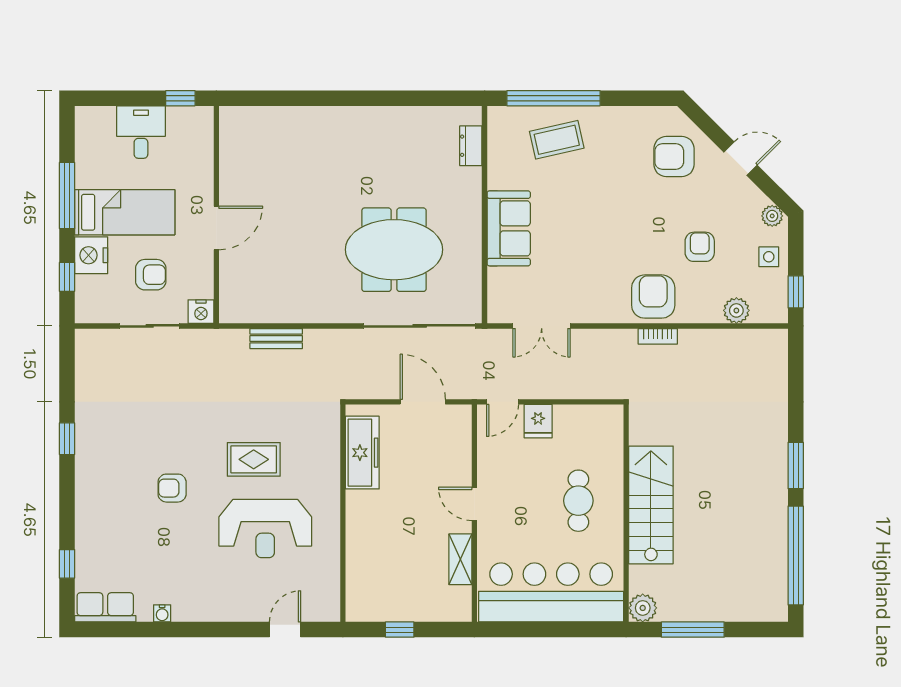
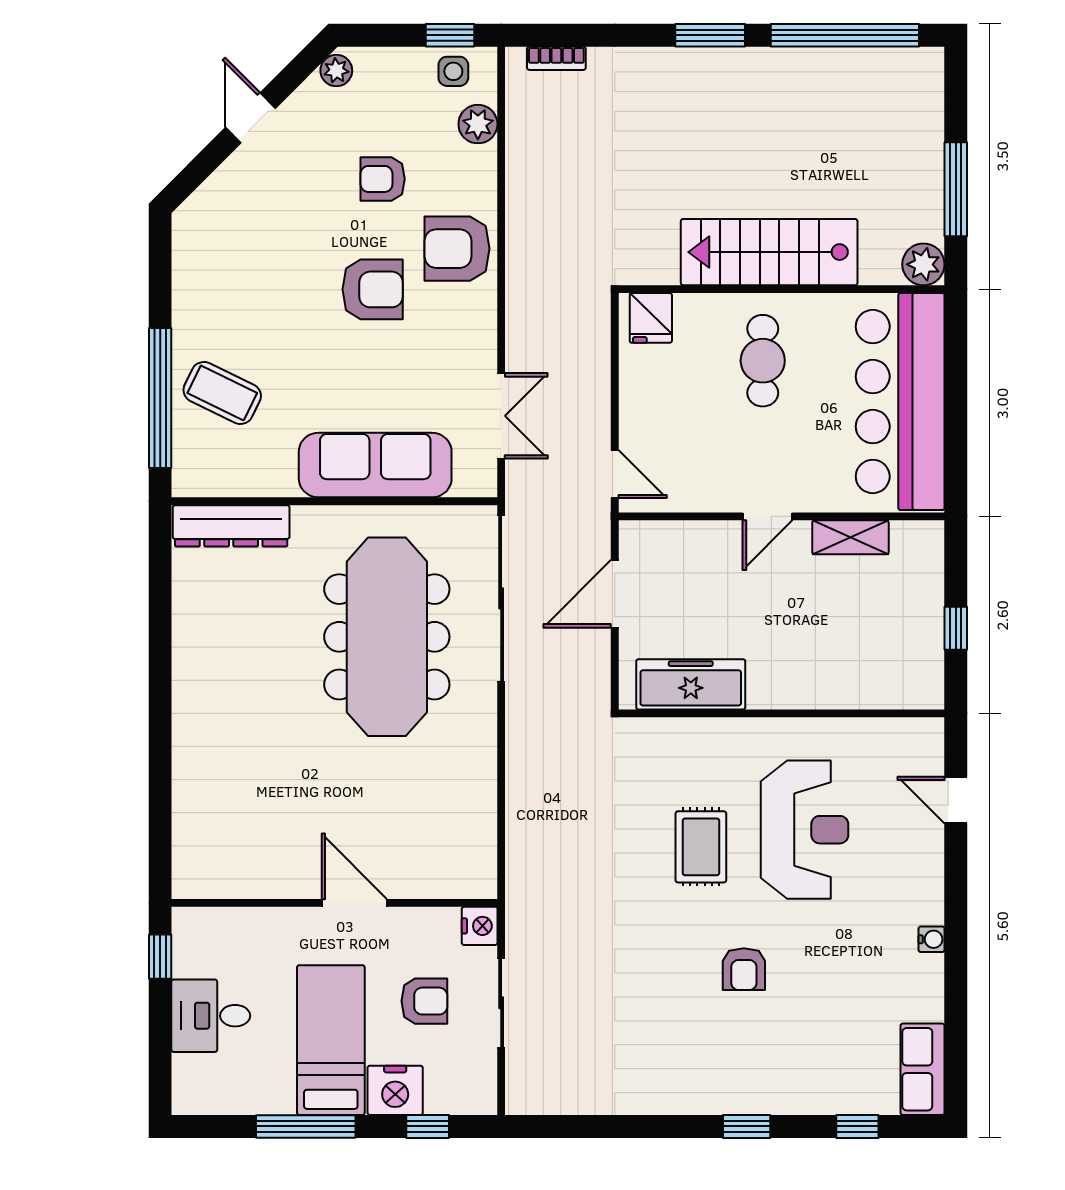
coffee table: (557, 140) -> (222, 393), turned -51
dresser: (471, 146) -> (231, 526), width x1.96, depth x1.24
armchair: (674, 157) -> (373, 289), moved, turned -90
sofa: (509, 228) -> (375, 465), width x1.36
meeting table: (394, 250) -> (387, 637), width x1.36
side table: (769, 257) -> (453, 71), moved
armchair: (151, 275) -> (424, 1001), turned 90
bookcase: (658, 336) -> (556, 58), moved, turned 90
bench: (276, 339) -> (520, 813), removed
fridge: (538, 421) -> (651, 318), moved, turned 90
window: (67, 439) -> (747, 1126), moved
cafe table: (578, 501) -> (763, 361), turned 90
water cooler: (162, 613) -> (932, 939), moved

